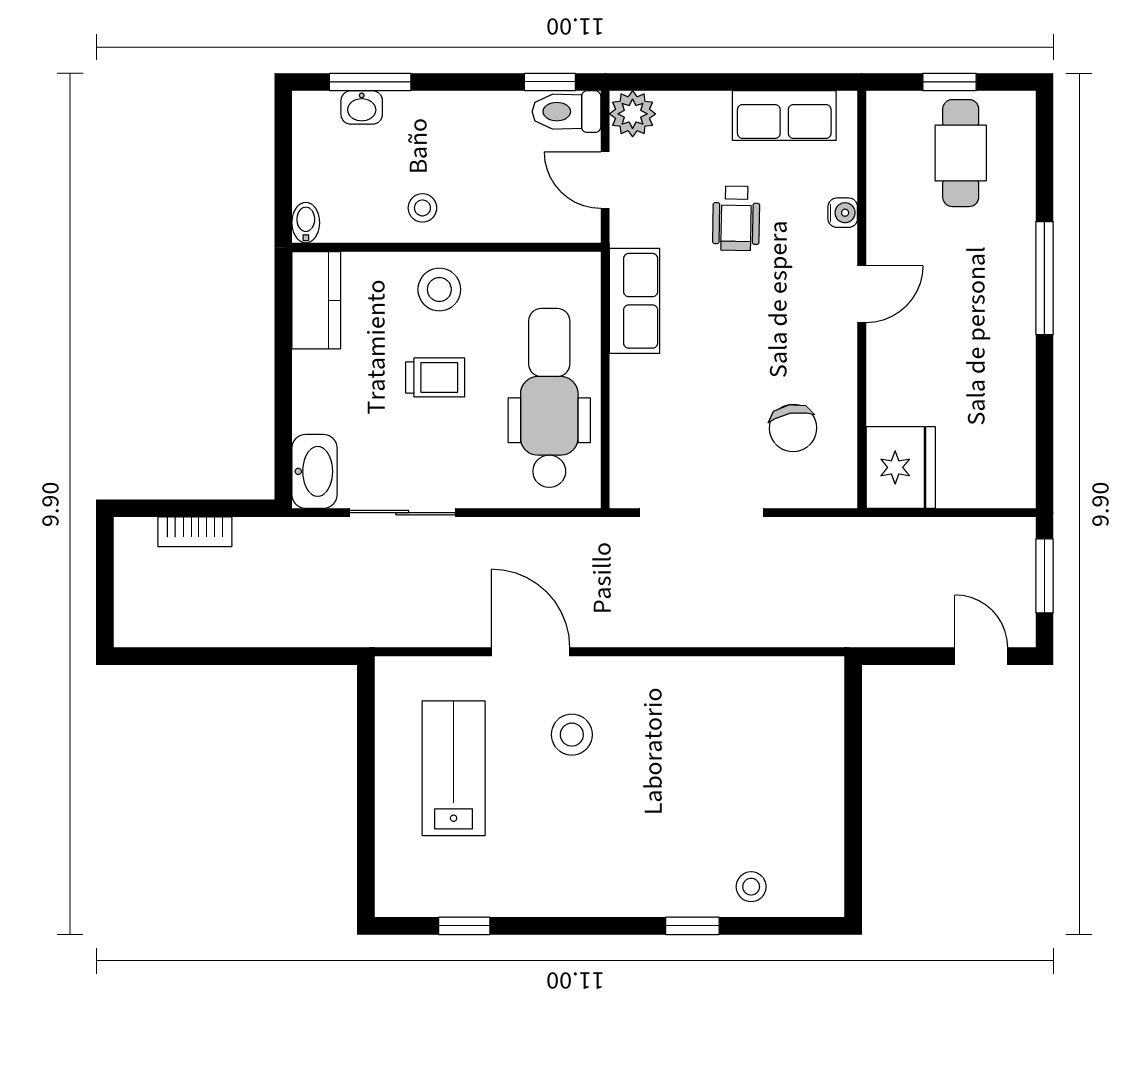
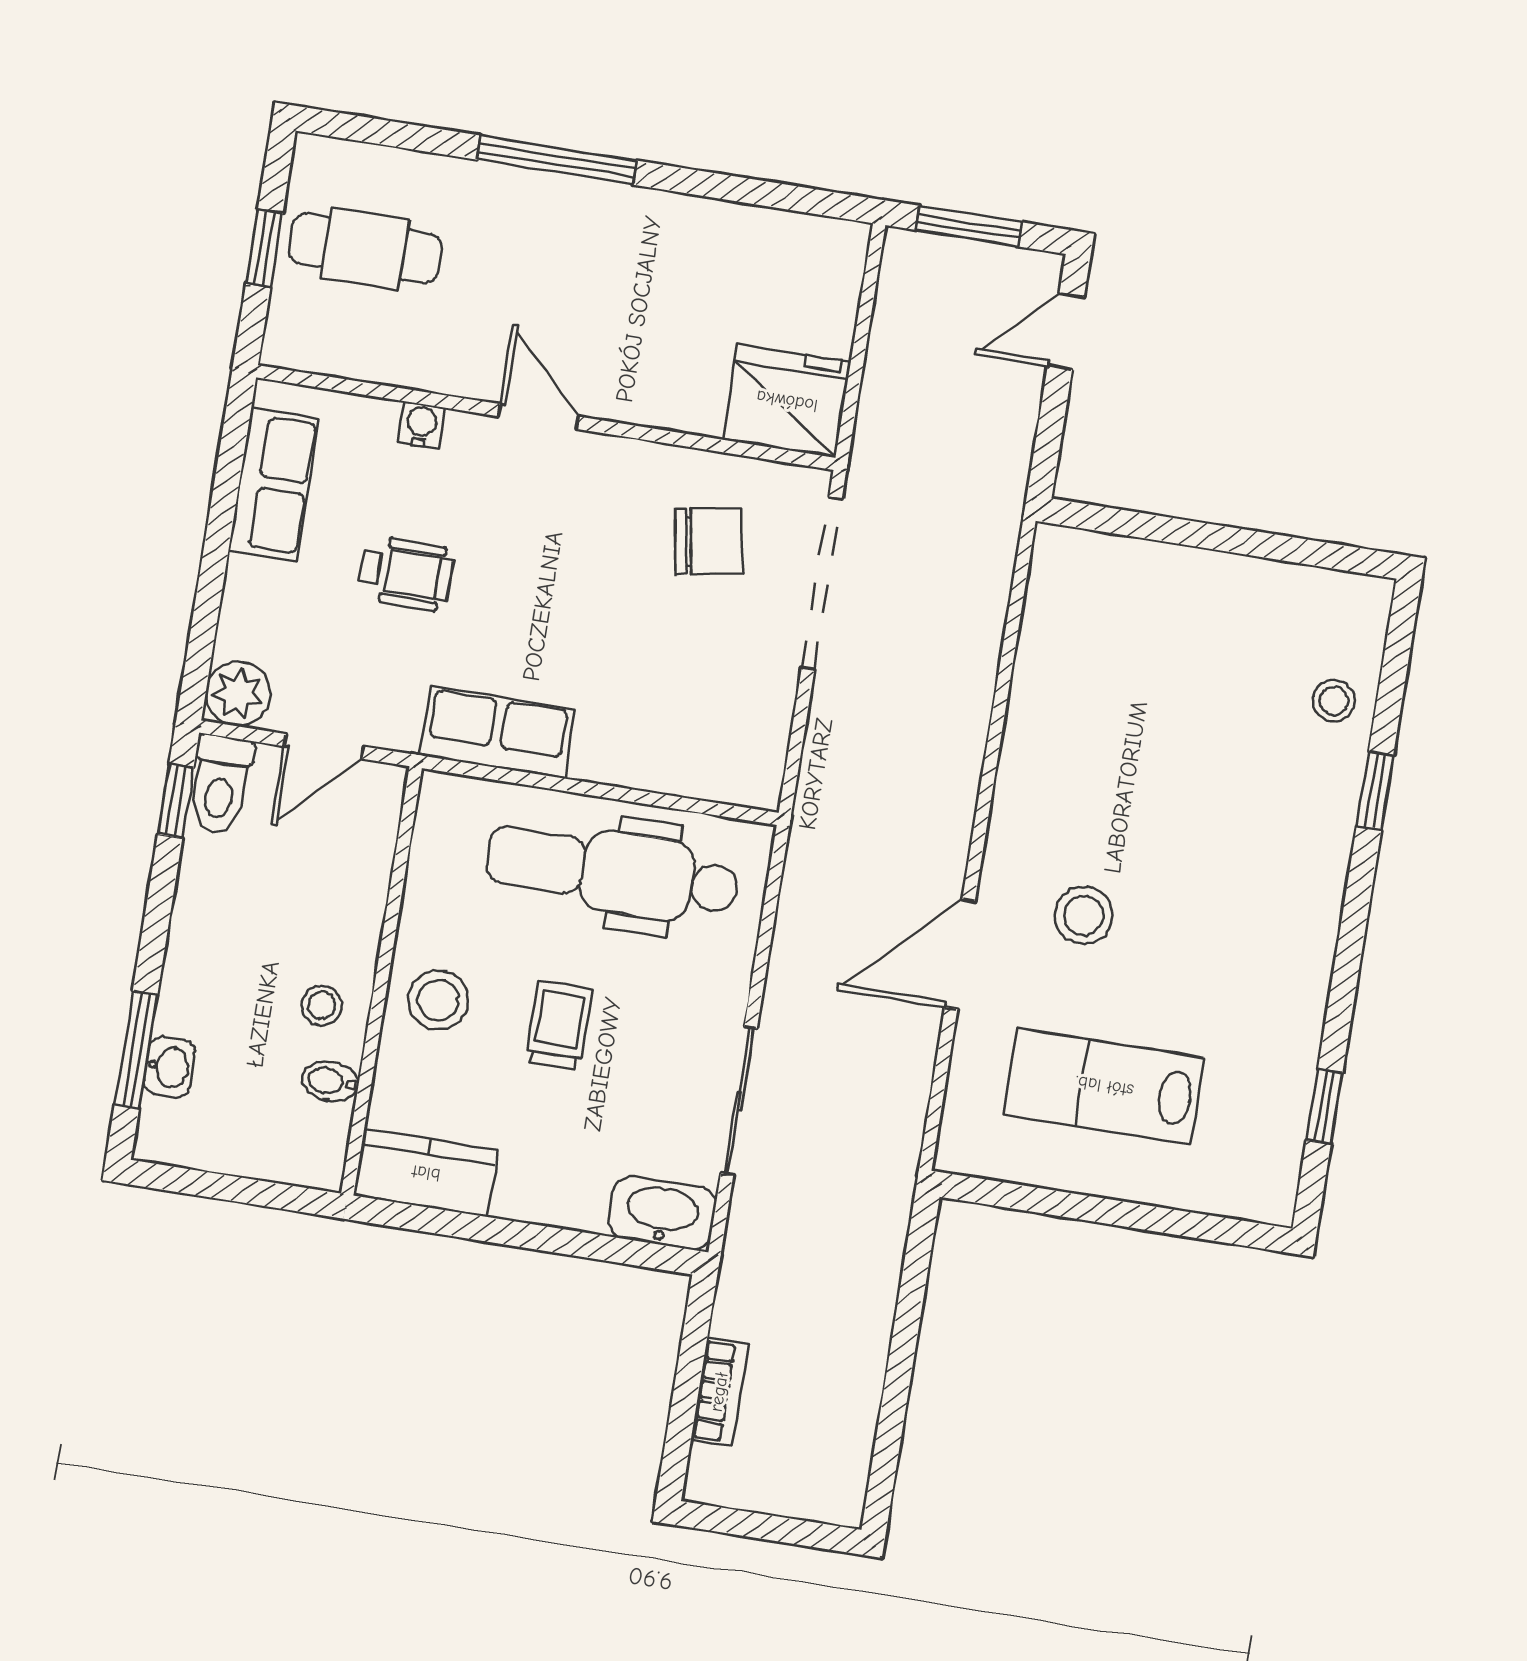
bidet: (306, 223) -> (330, 1081), moved
doorway: (702, 513) -> (822, 583), moved

